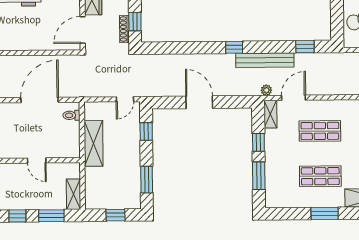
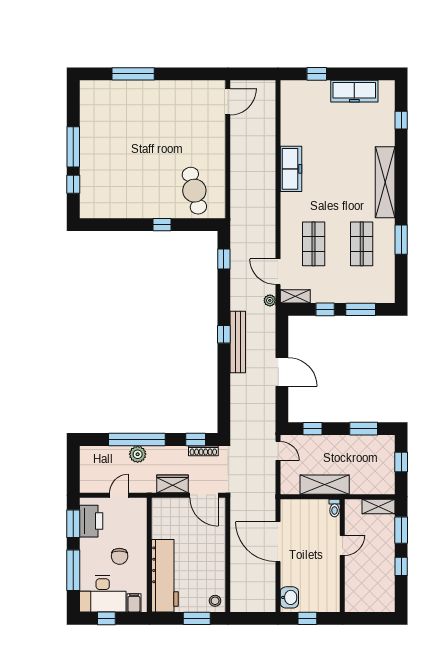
bench: (265, 60) -> (238, 342), moved
door: (199, 102) -> (282, 372), swing flipped
toilet: (71, 115) -> (335, 508), moved

